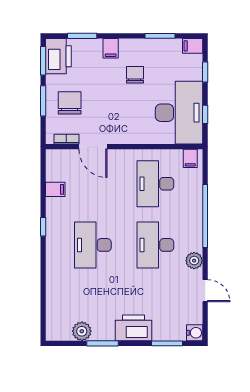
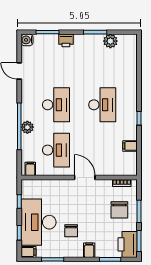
desk: (179, 113) -> (38, 222), moved
door: (93, 147) -> (85, 178), moved
plant: (194, 261) -> (27, 127), moved
printer: (134, 328) -> (66, 40), width x0.53, depth x0.68

